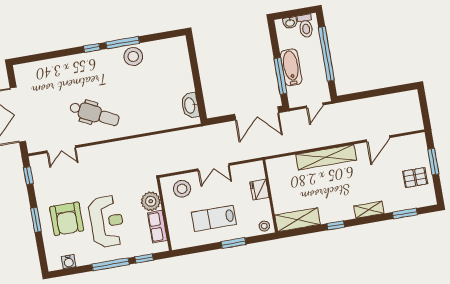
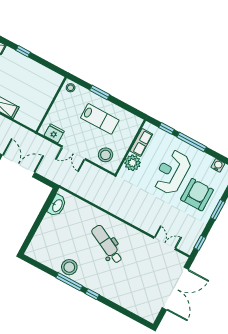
dental chair: (94, 114) -> (107, 244), moved
double door: (213, 167) -> (74, 153), swing flipped
fridge: (259, 190) -> (54, 133), moved, turned -90
shelving: (297, 220) -> (45, 75), removed

